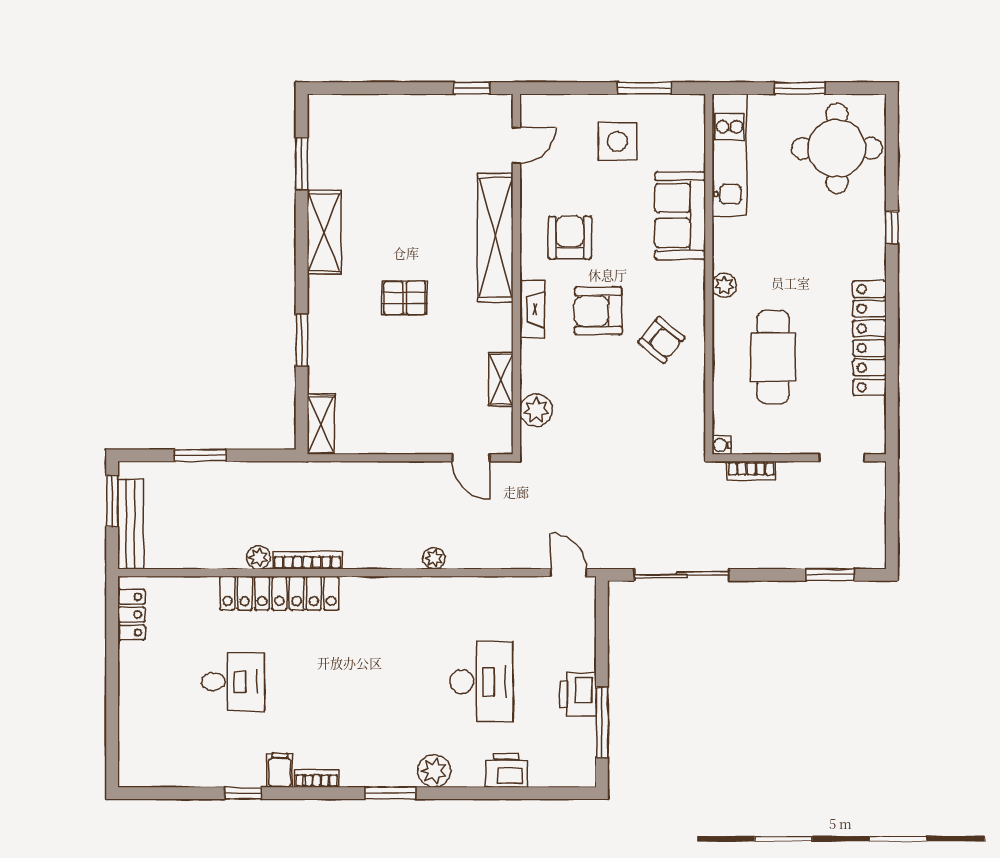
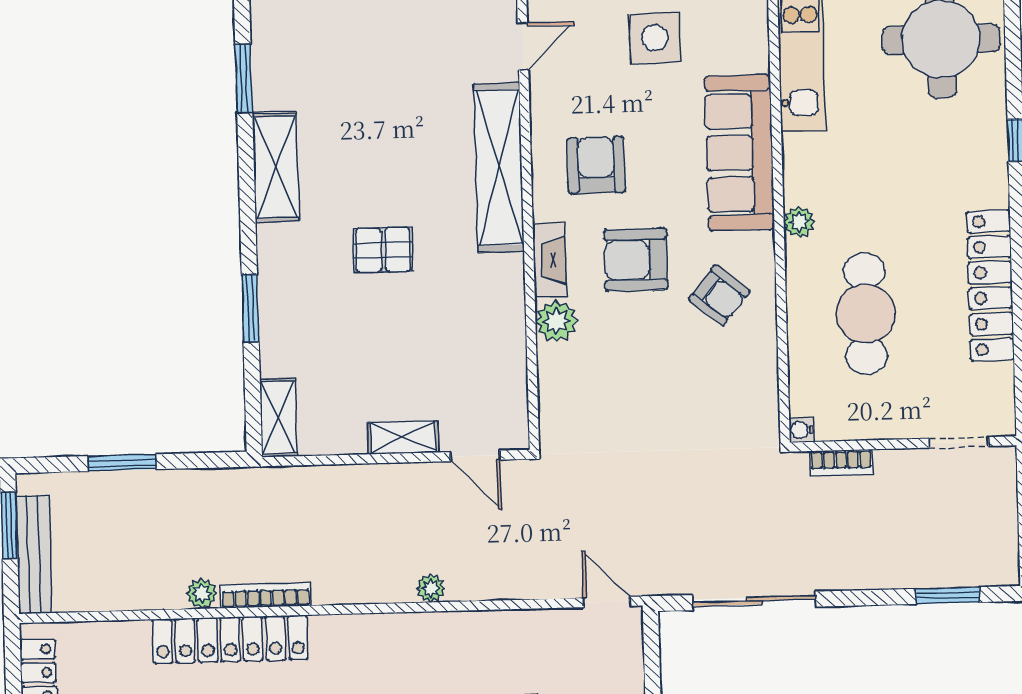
sofa: (680, 215) -> (740, 153), width x1.36
shelving: (501, 379) -> (403, 437), moved, turned 90
plant: (536, 410) -> (556, 321), moved

